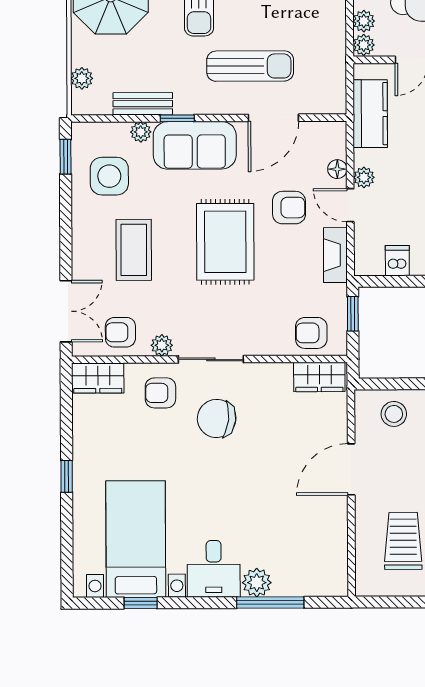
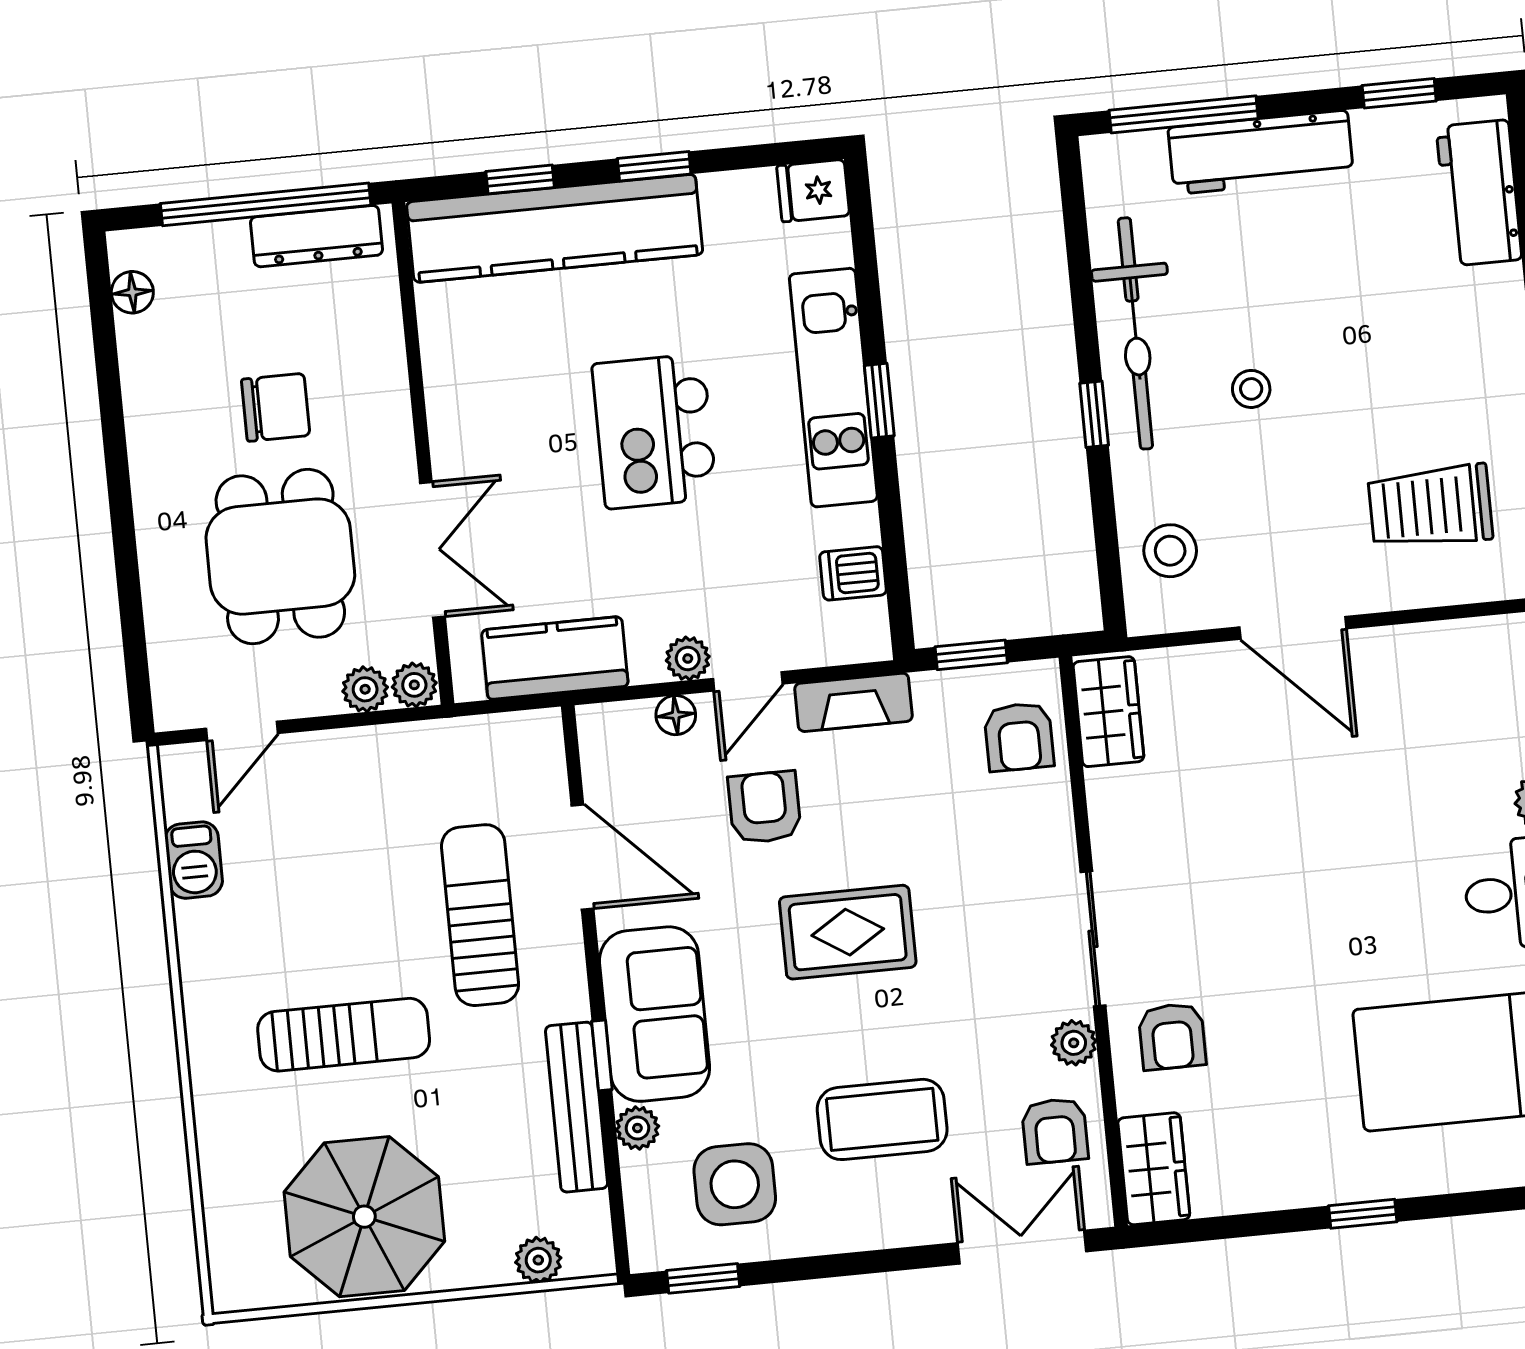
bench: (143, 104) -> (577, 1107), width x1.36
rug: (225, 242) -> (848, 932), width x0.73, depth x0.70
chair: (217, 418) -> (1214, 915), removed

